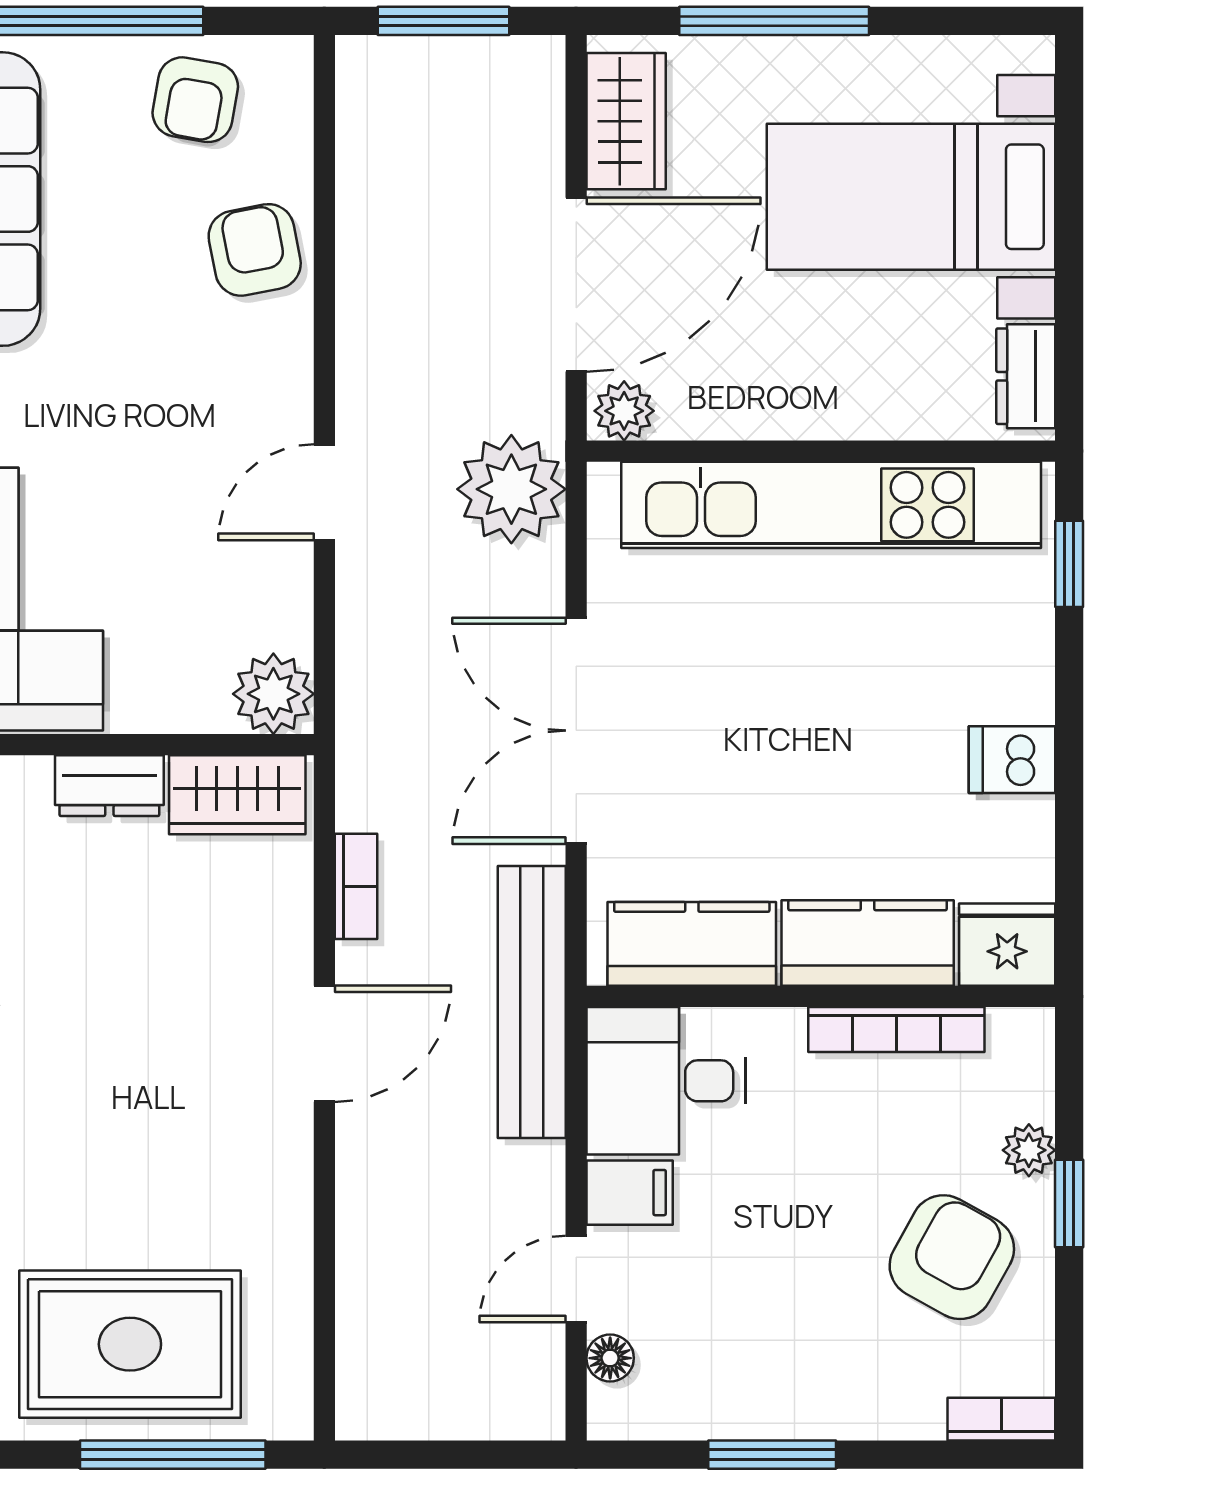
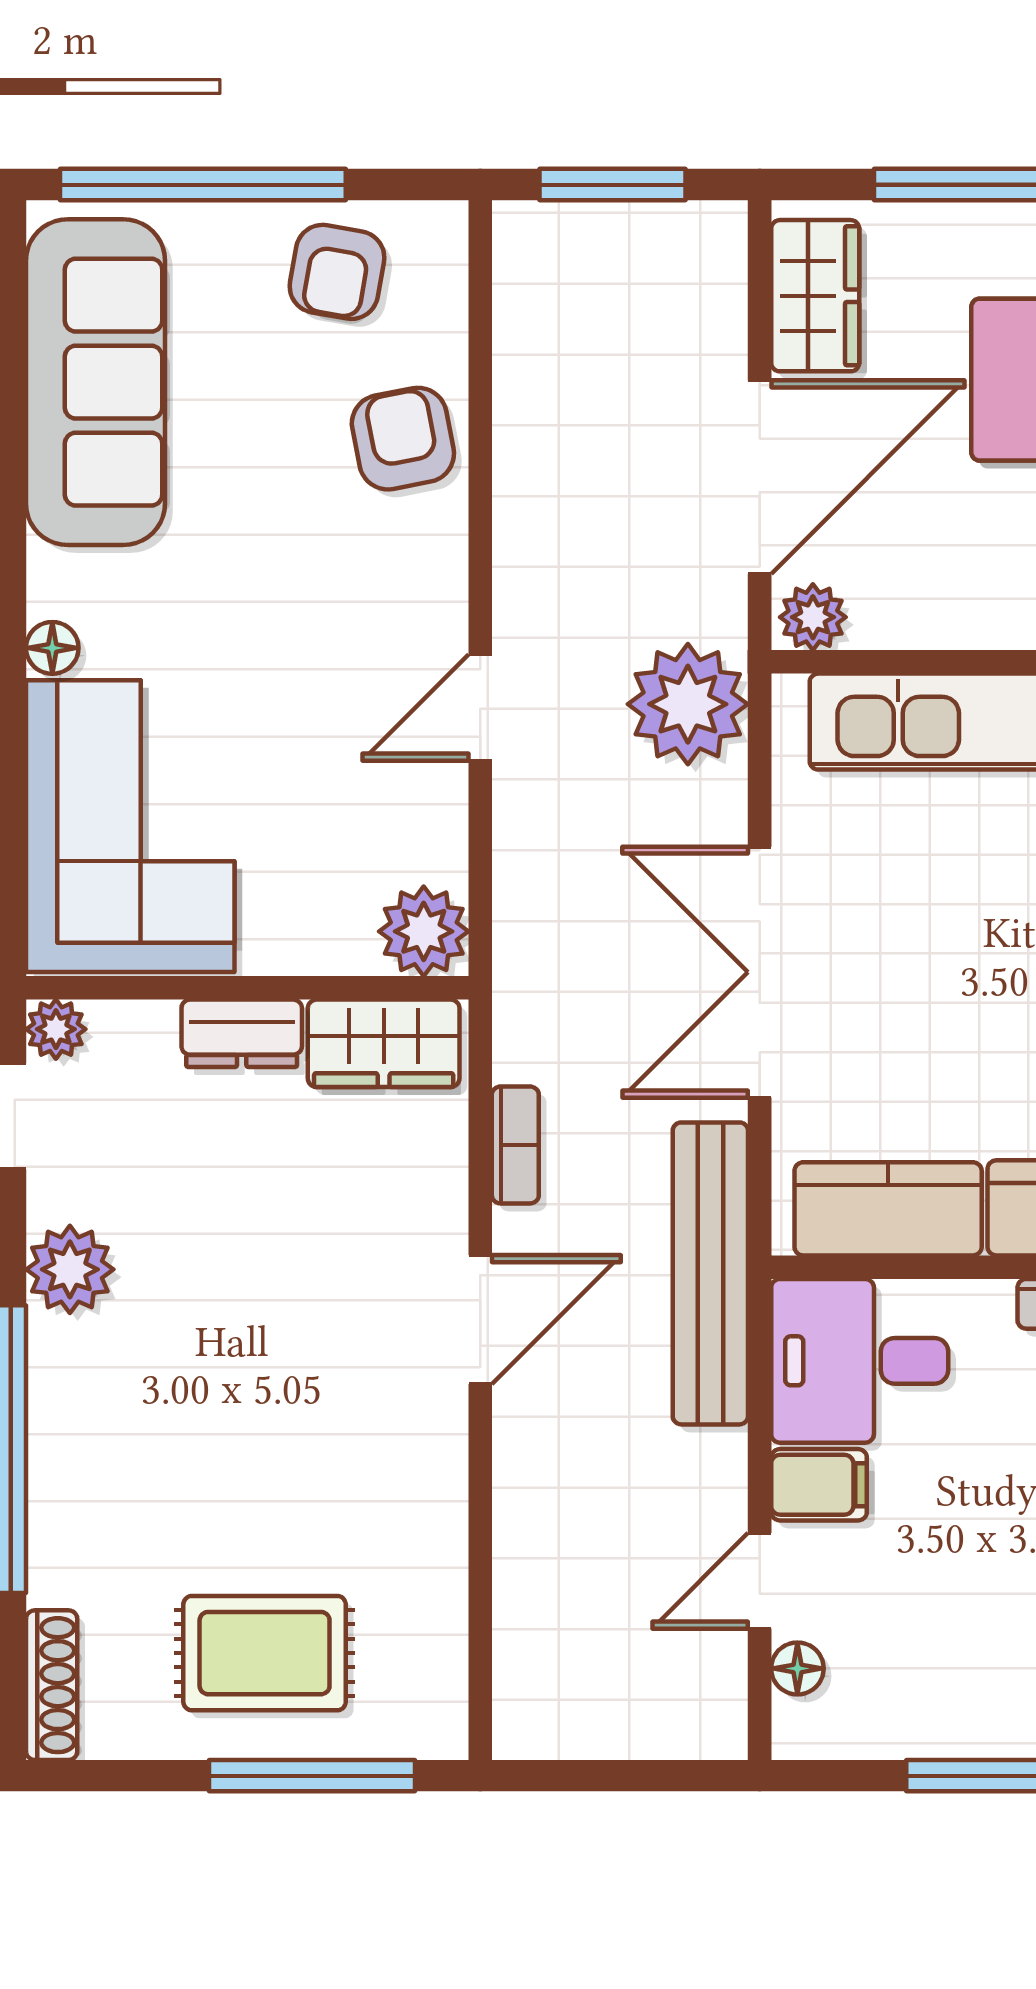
rug: (130, 1344) -> (265, 1653), width x0.73, depth x0.70

